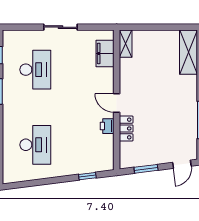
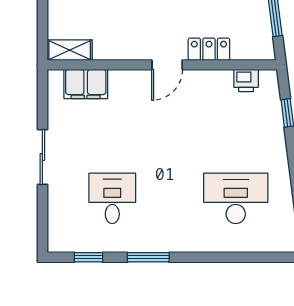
desk: (35, 70) -> (112, 198), width x0.73
printer: (107, 126) -> (246, 81), moved

